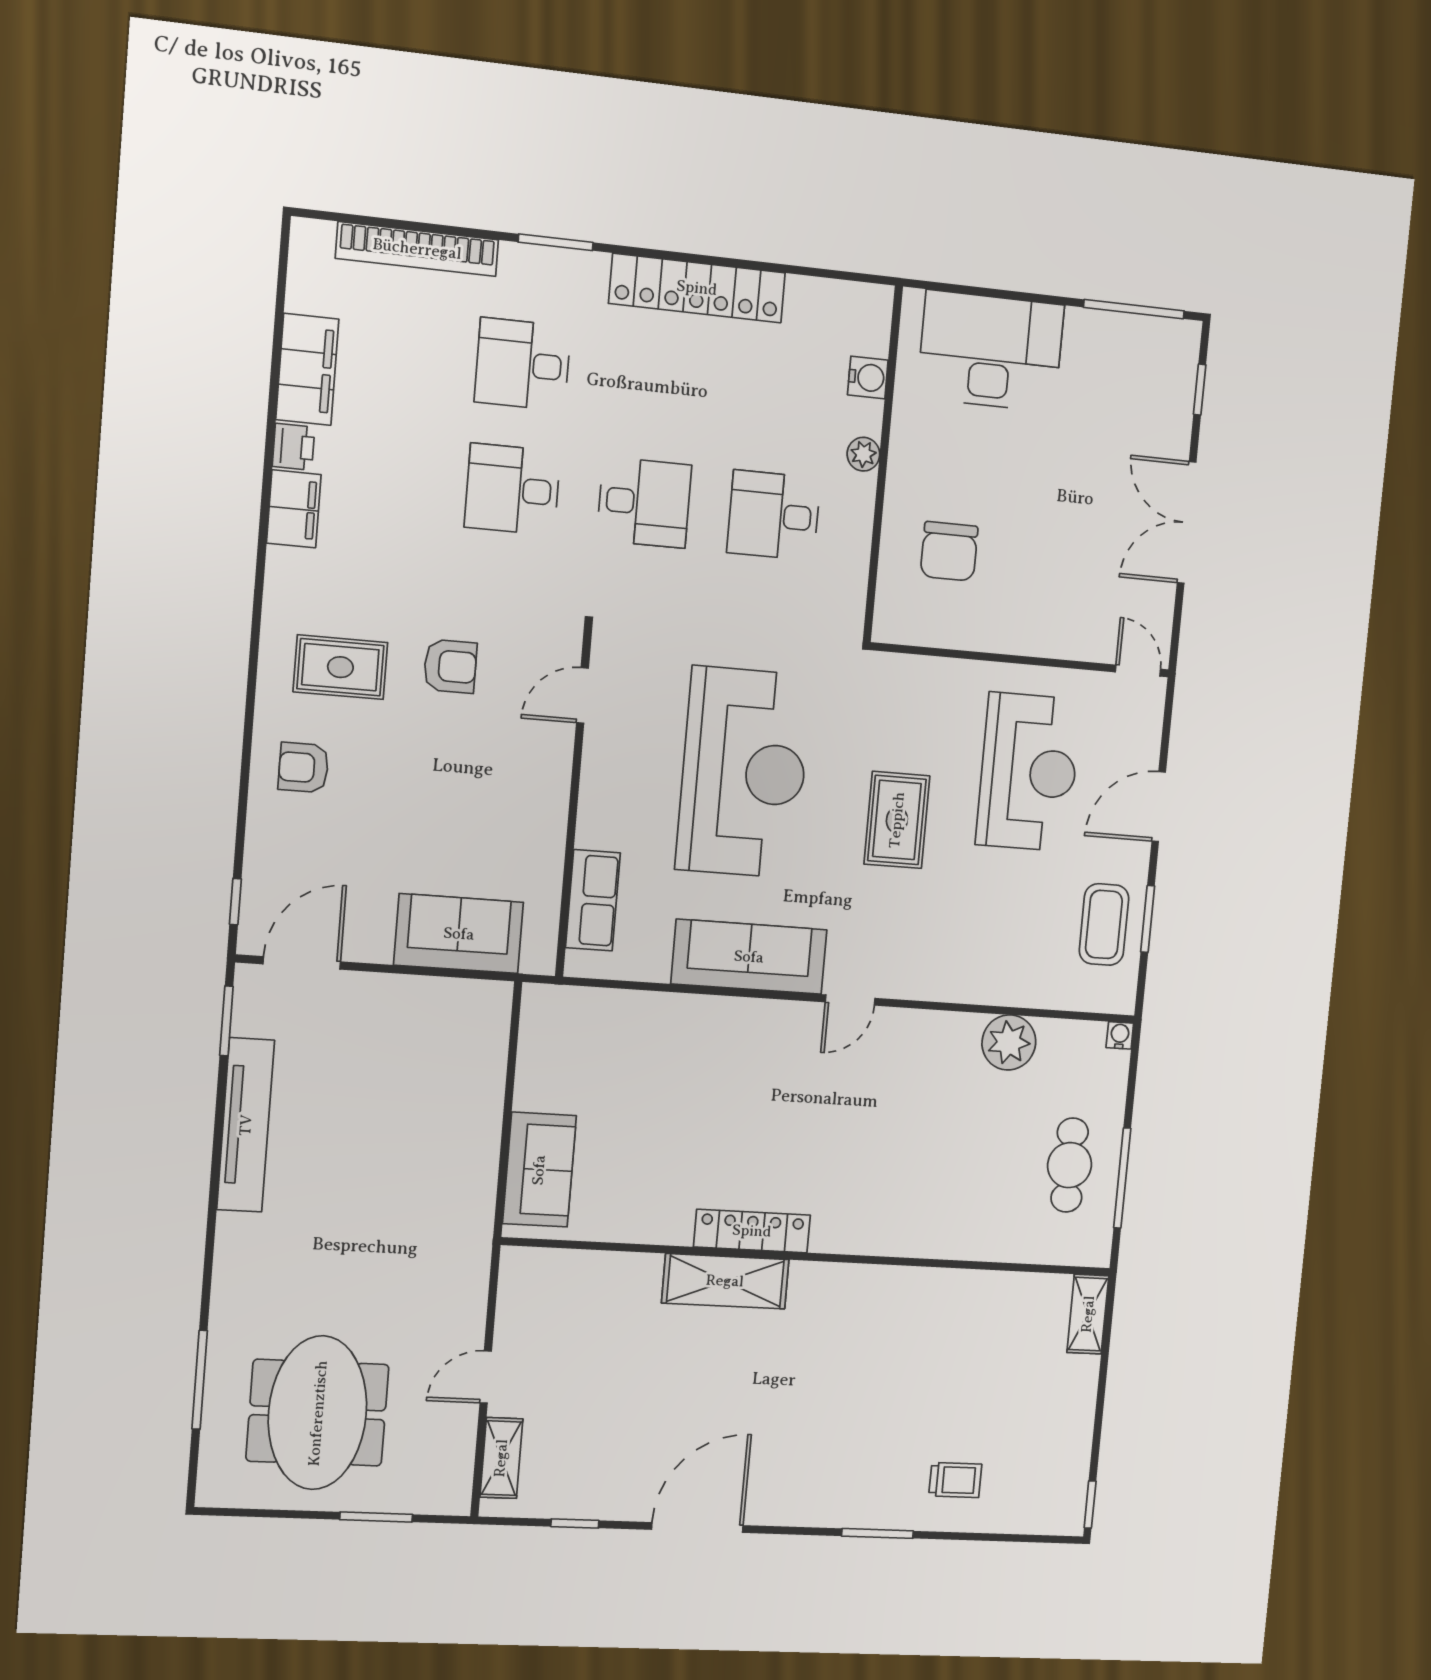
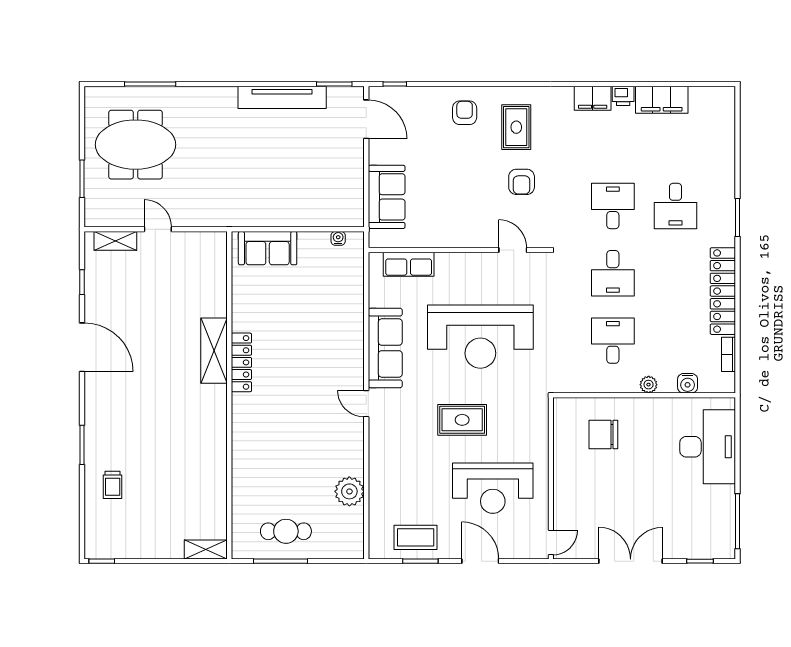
bookcase: (417, 249) -> (729, 354), moved, width x0.43, depth x0.76
desk: (523, 364) -> (675, 206), turned 180
water cooler: (1120, 1035) -> (338, 238), moved, turned -90

